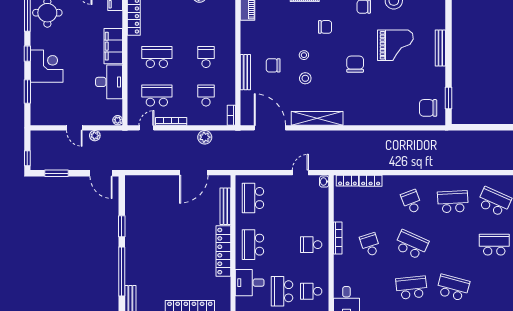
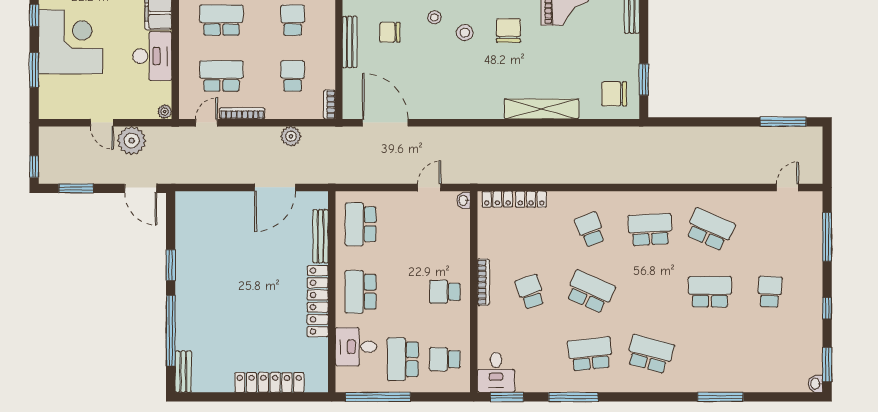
corner desk: (47, 66) -> (71, 42), width x1.36, depth x1.36
stool: (305, 78) -> (465, 33), moved
shelving: (317, 118) -> (542, 109), moved
plant: (95, 136) -> (132, 141), width x1.87, depth x1.87

